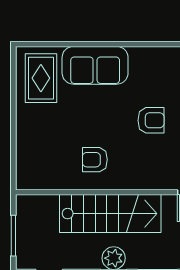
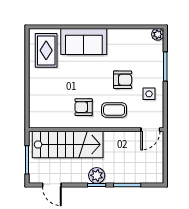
coffee table: (139, 164) -> (114, 110), added
stairs: (110, 214) -> (68, 145), moved

